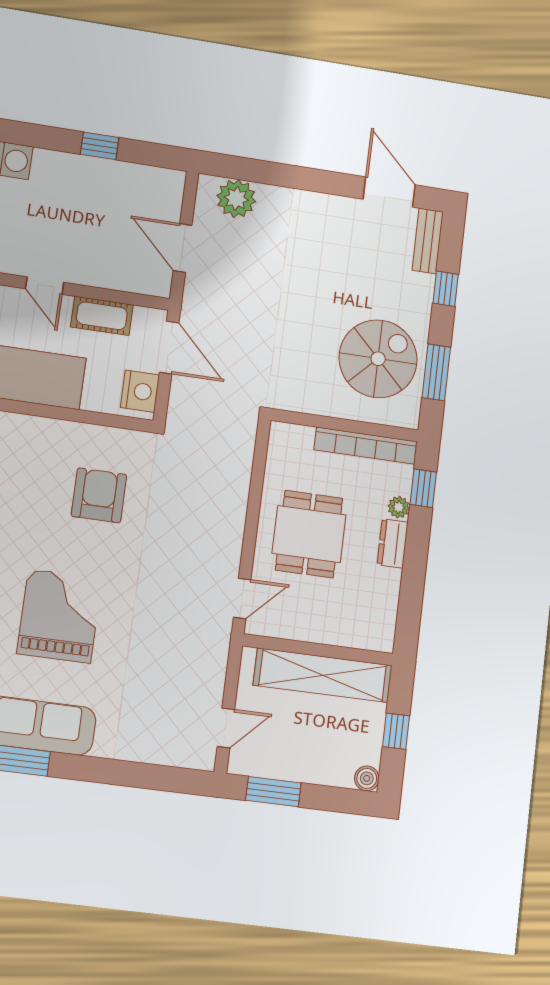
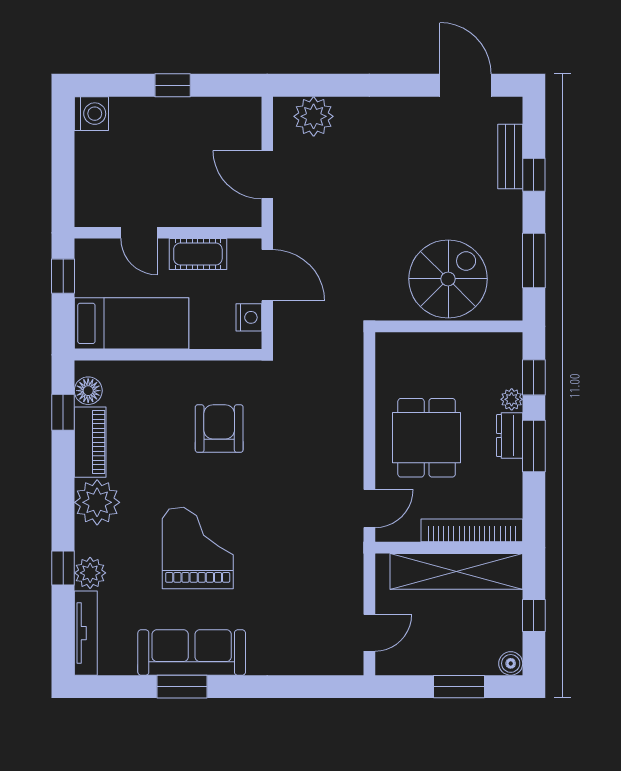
bench: (428, 241) -> (510, 157), moved
spiral stairs: (378, 359) -> (448, 279), moved
nightstand: (140, 391) -> (249, 317), width x0.74, depth x0.75
bookcase: (366, 446) -> (472, 530), moved, turned 180
window: (416, 557) -> (534, 446), added
window: (273, 792) -> (459, 687), moved

